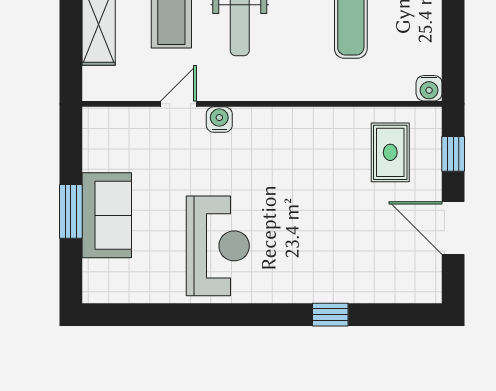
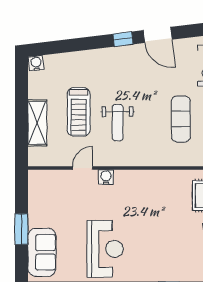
sofa: (107, 215) -> (42, 252), moved

